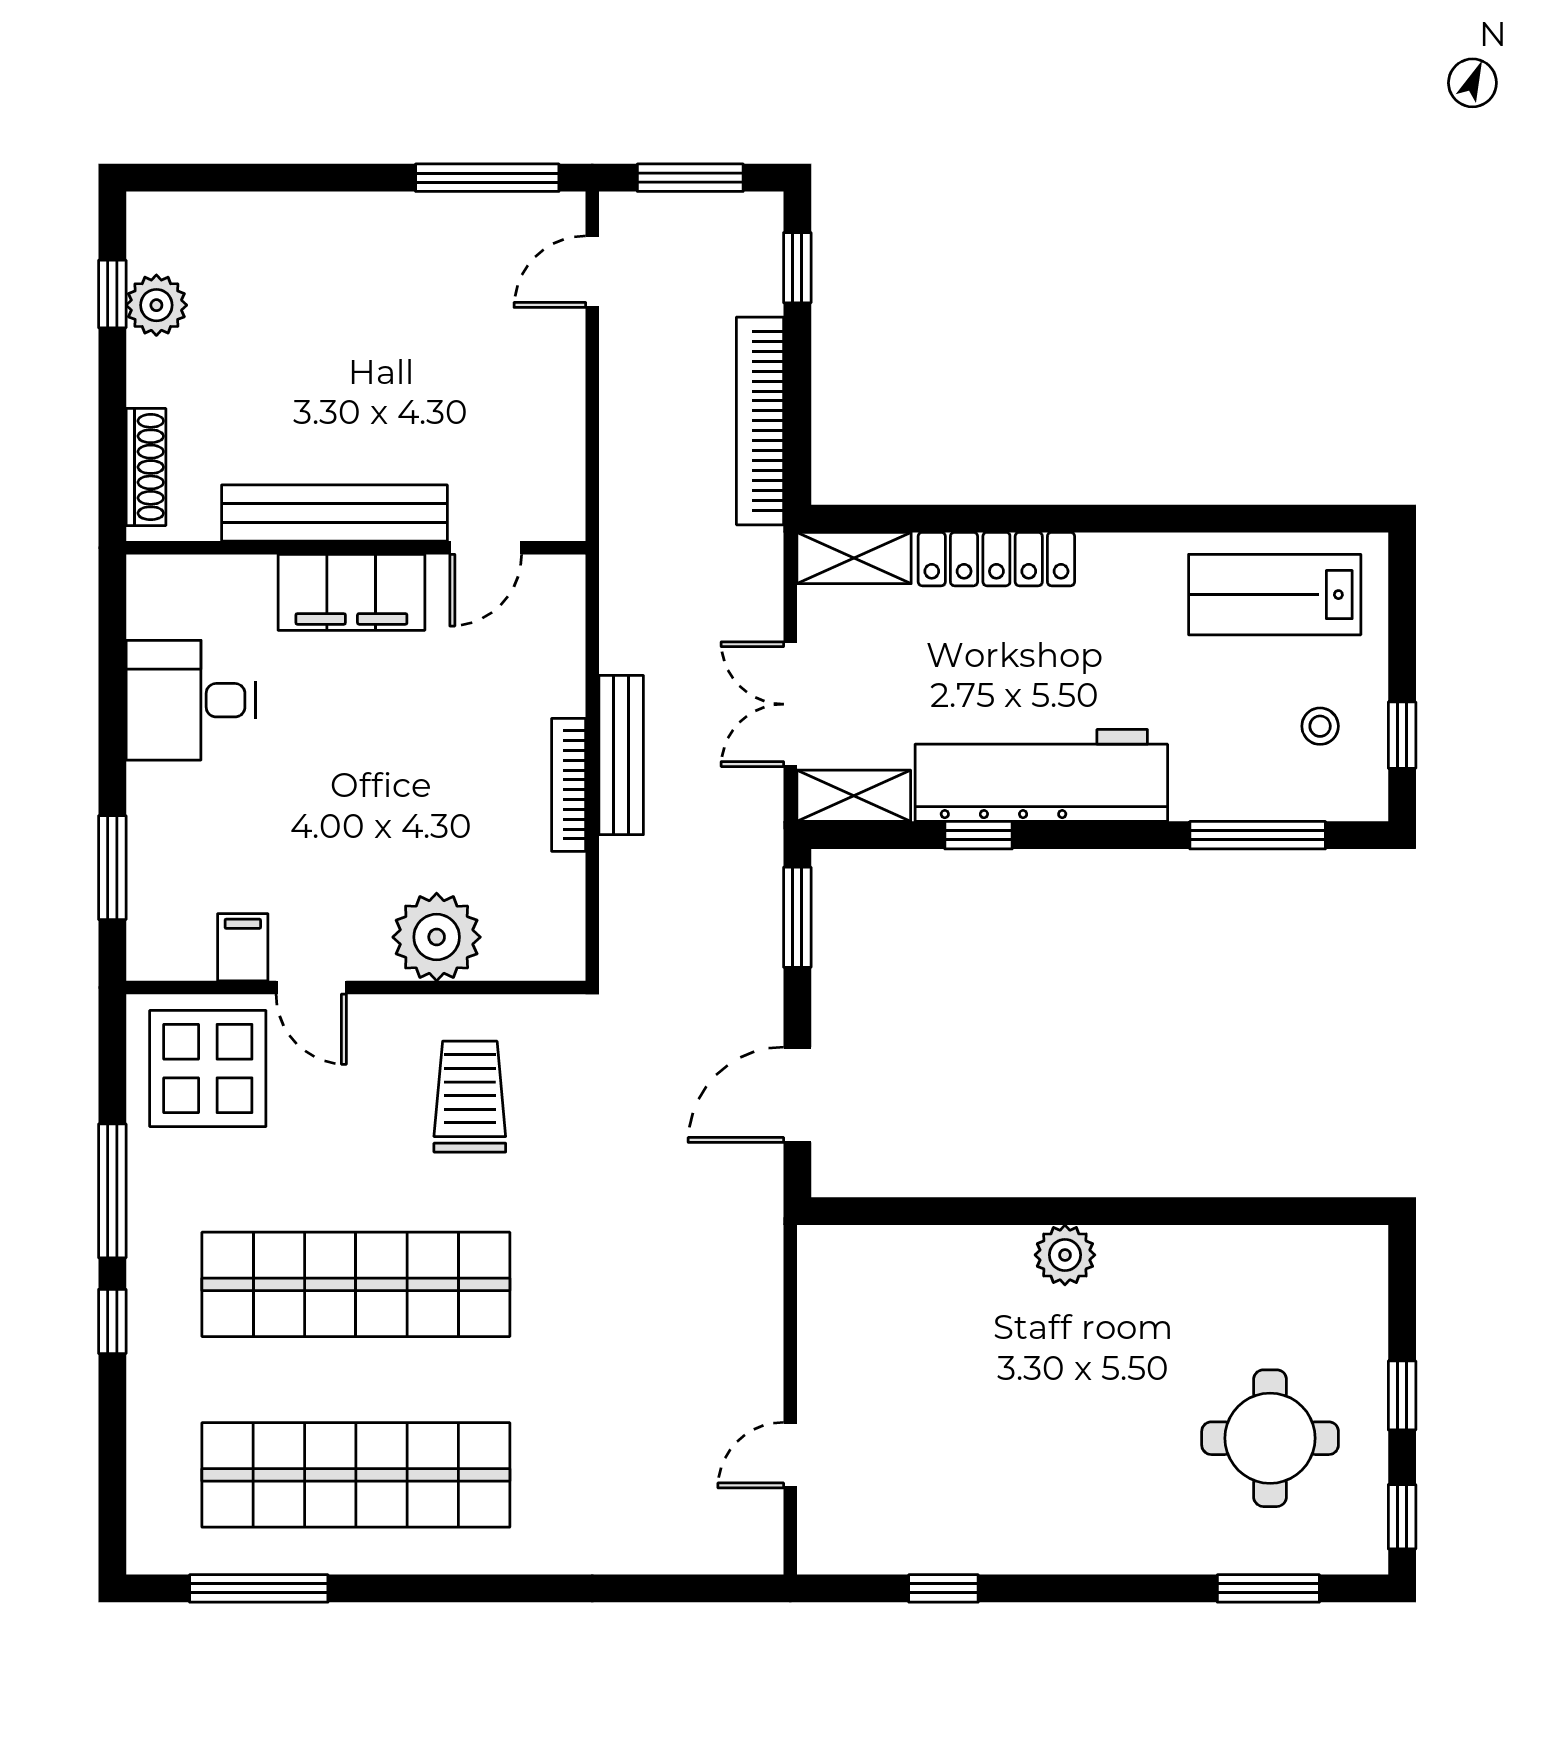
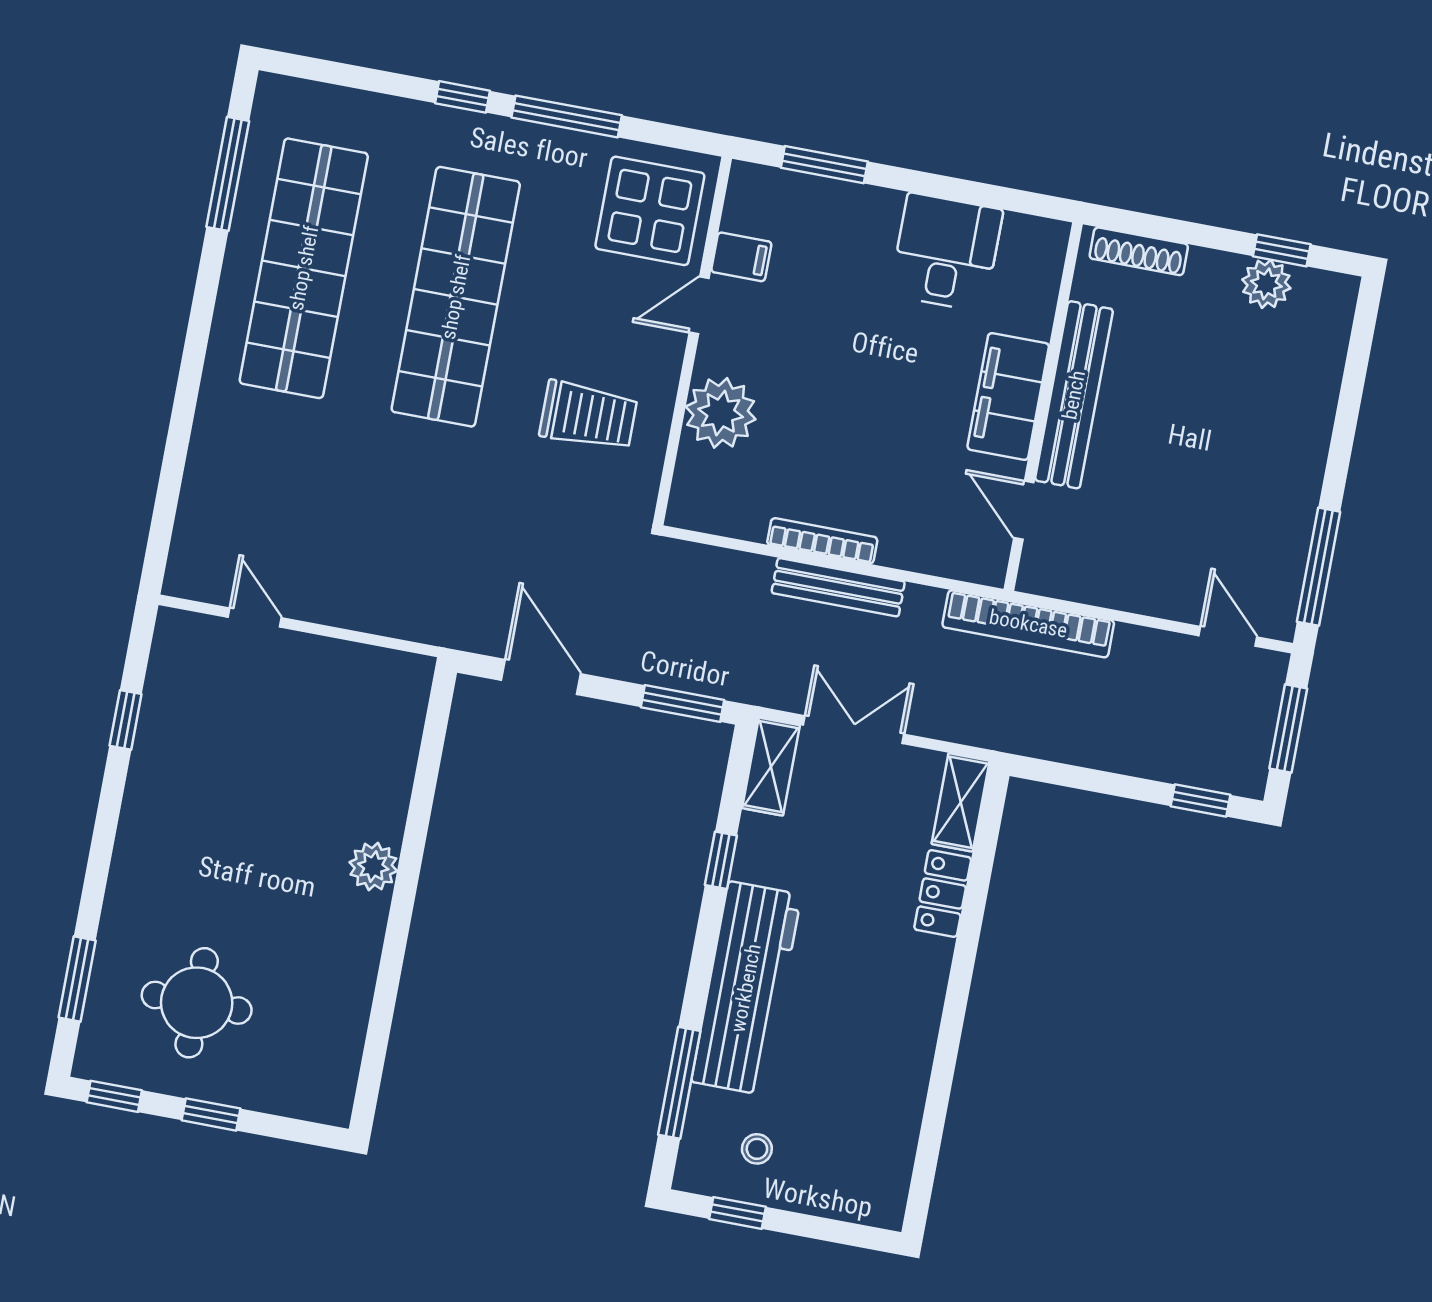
bookcase: (760, 421) -> (1028, 624), moved, turned 180
locker: (996, 559) -> (943, 894), width x0.66
lab bench: (1275, 595) -> (869, 1132), removed
workbench: (1041, 775) -> (746, 988), moved

